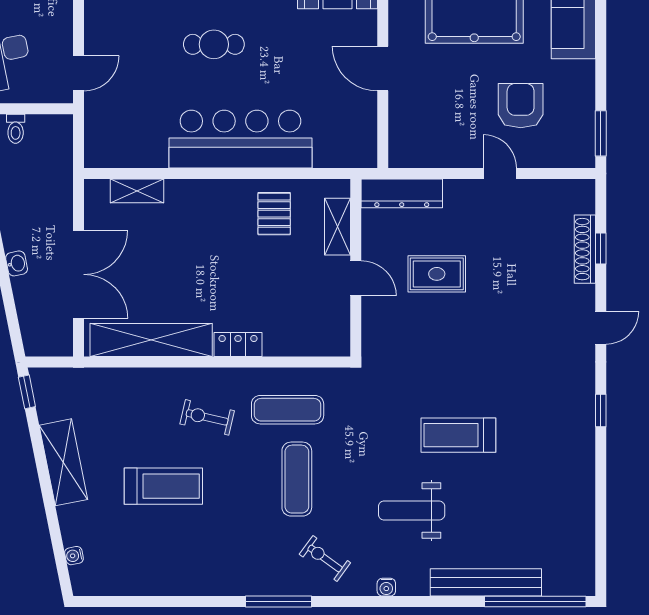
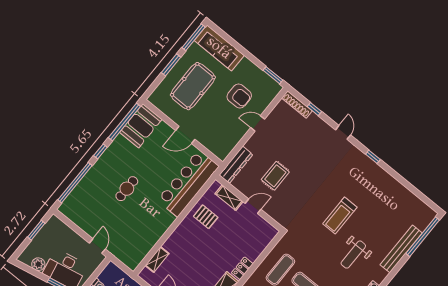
armchair: (521, 106) -> (239, 96), turned 180
bar counter: (240, 139) -> (188, 183), moved
shoe rack: (585, 249) -> (297, 104), moved

